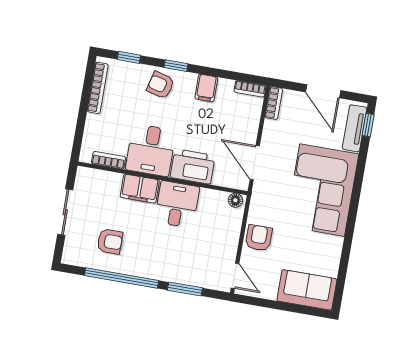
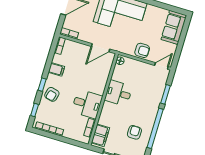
printer: (193, 167) -> (99, 82), removed
filing cabinet: (140, 189) -> (100, 135), moved
armchair: (259, 238) -> (142, 50), turned 180

